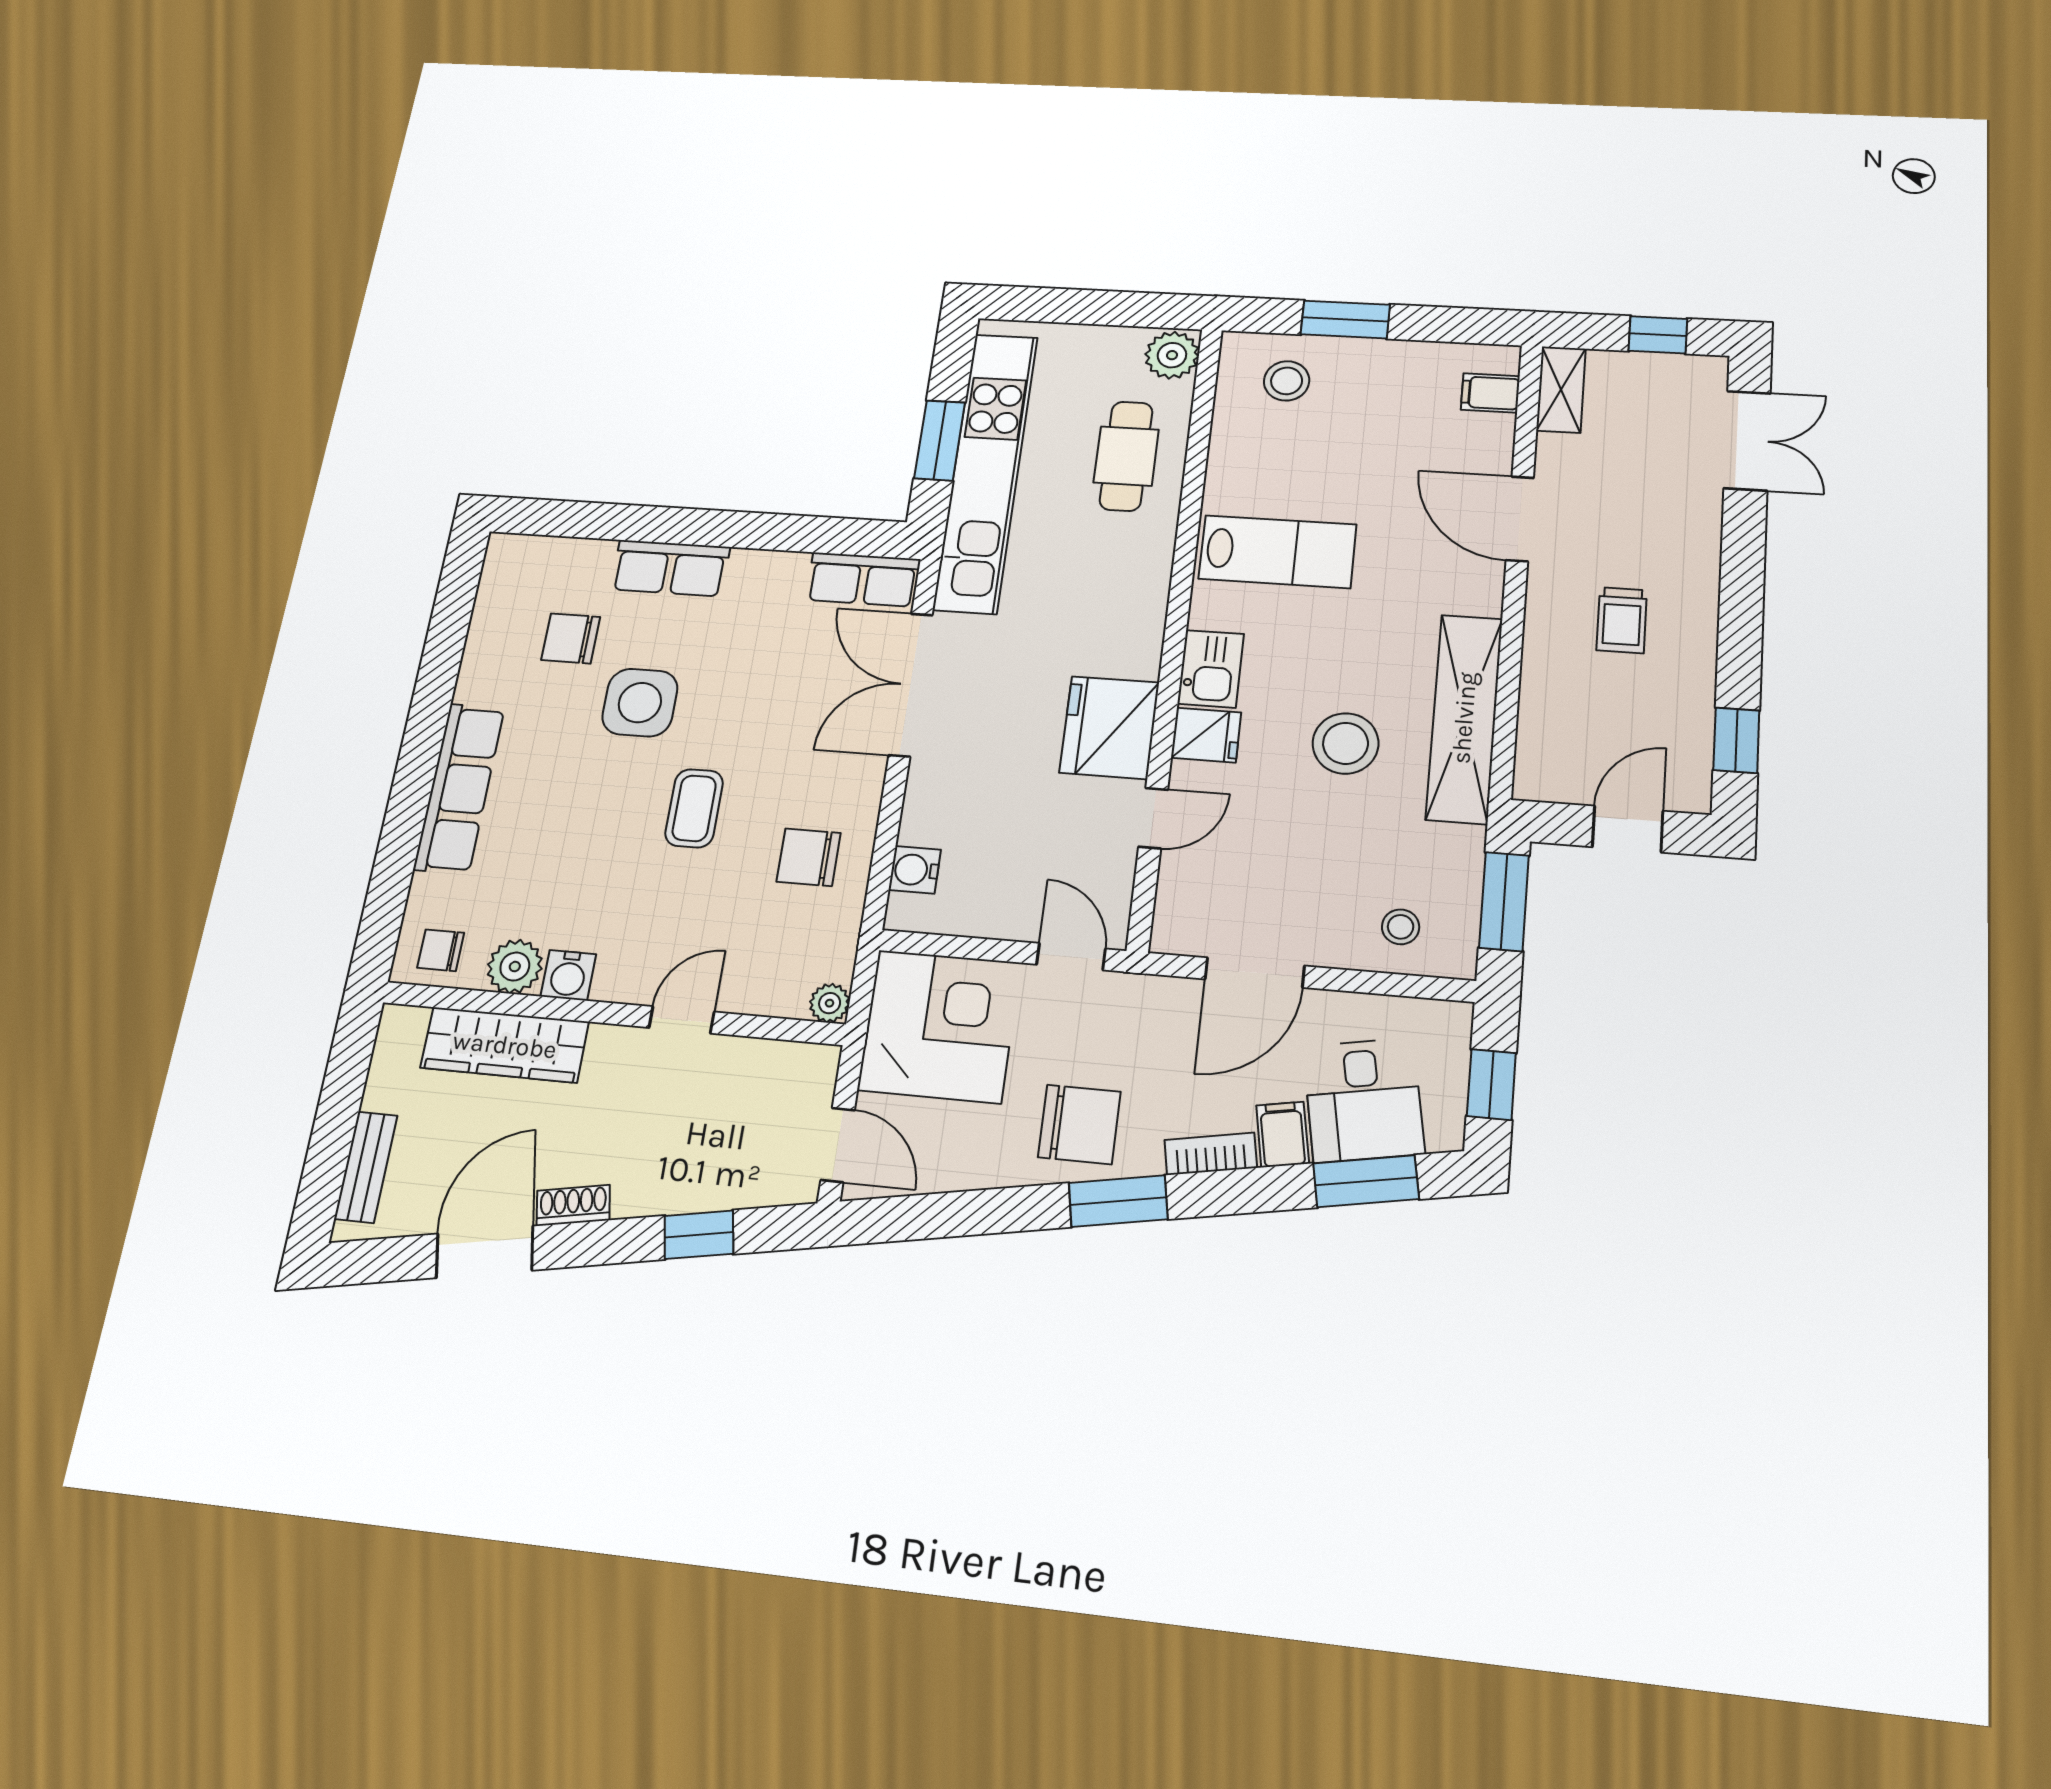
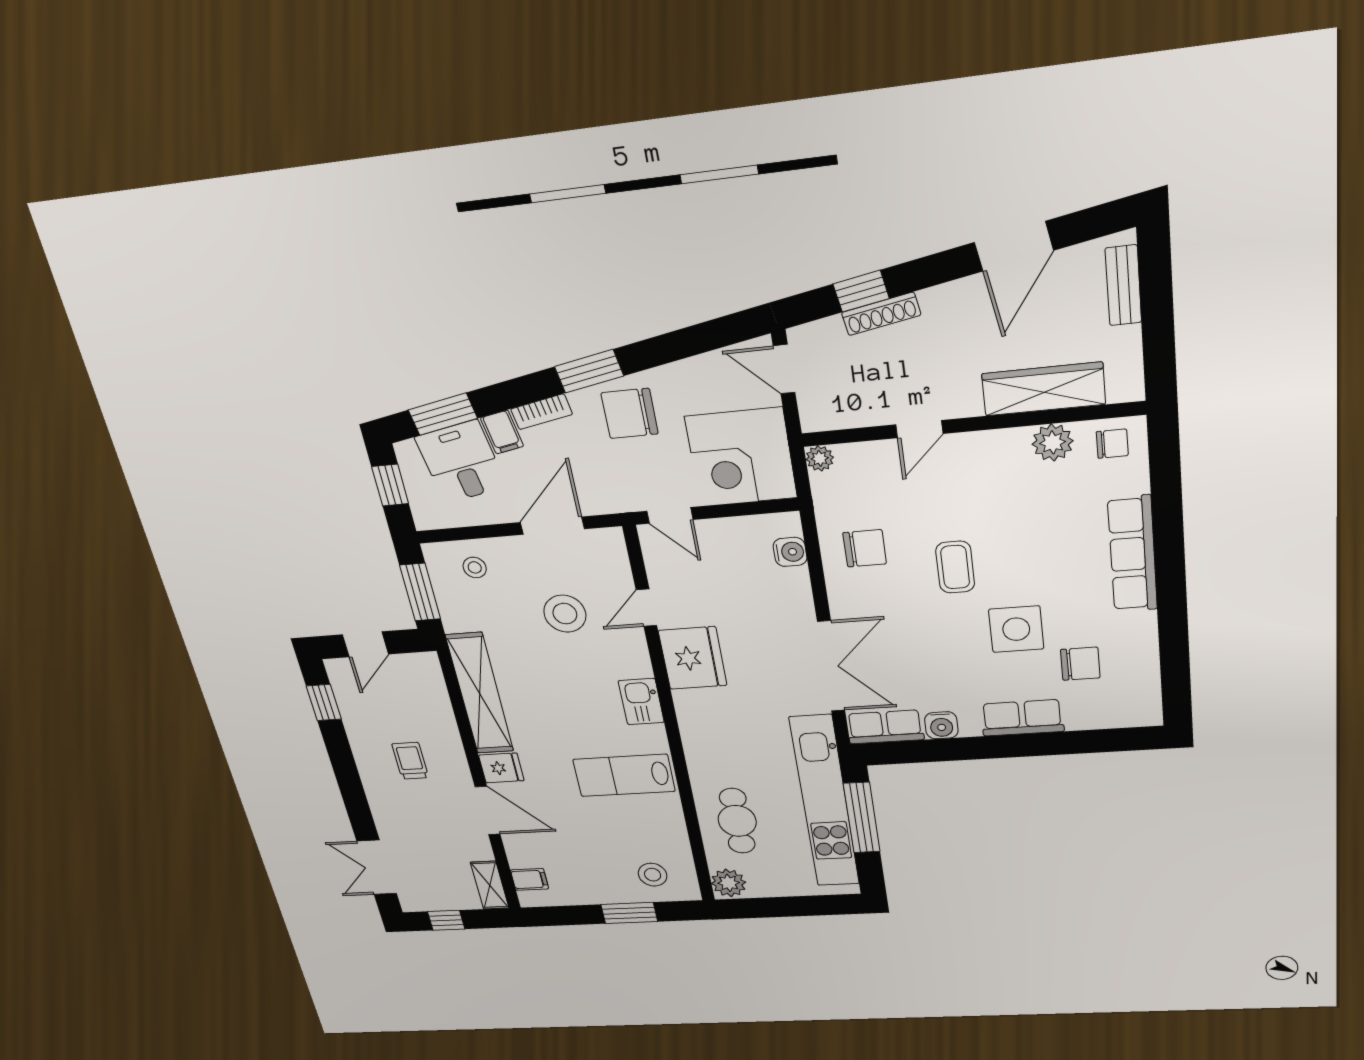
window: (940, 440) -> (862, 818), width x1.44
fridge: (1206, 735) -> (501, 768), moved, turned 180
stool: (1345, 743) -> (565, 614), moved
water cooler: (568, 975) -> (941, 725), moved, turned 180
shoe rack: (573, 1205) -> (881, 314), moved, width x1.43

